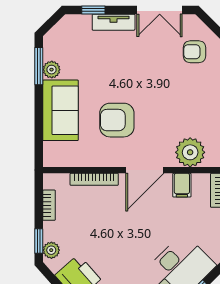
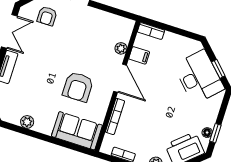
window: (39, 66) -> (22, 130), removed
sofa: (60, 110) -> (77, 131), moved
plant: (190, 152) -> (121, 48), width x0.53, depth x0.53

